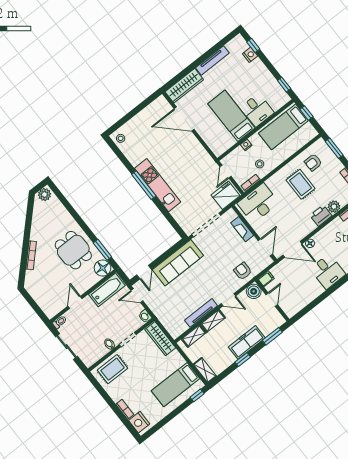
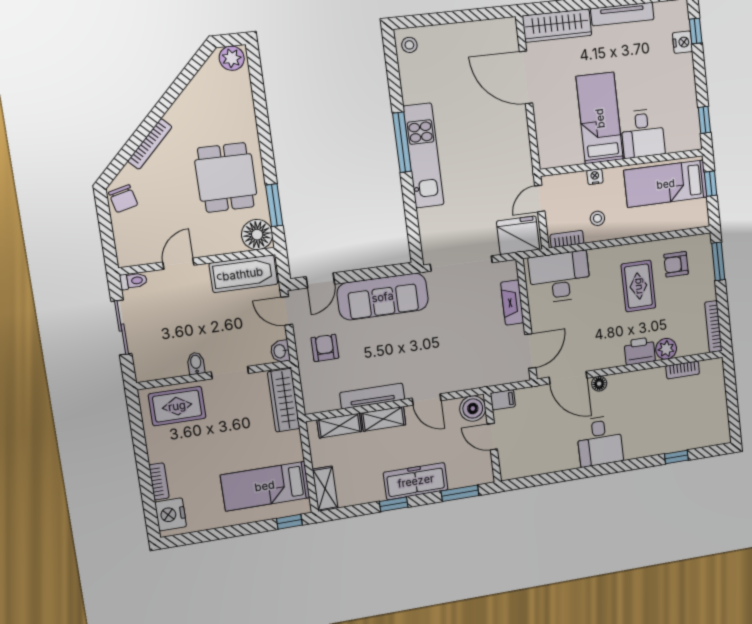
armchair: (243, 271) -> (325, 348), moved
chair: (34, 287) -> (123, 199), added
door: (272, 300) -> (492, 437), swing flipped

